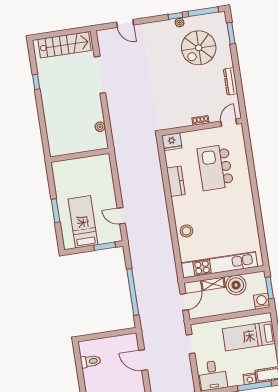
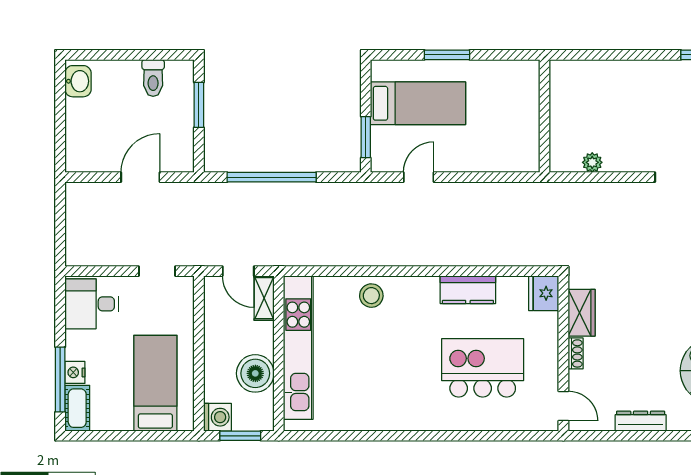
wardrobe: (179, 120) -> (582, 313), added
shelving: (213, 284) -> (264, 298), moved
window: (101, 335) -> (199, 105), added

